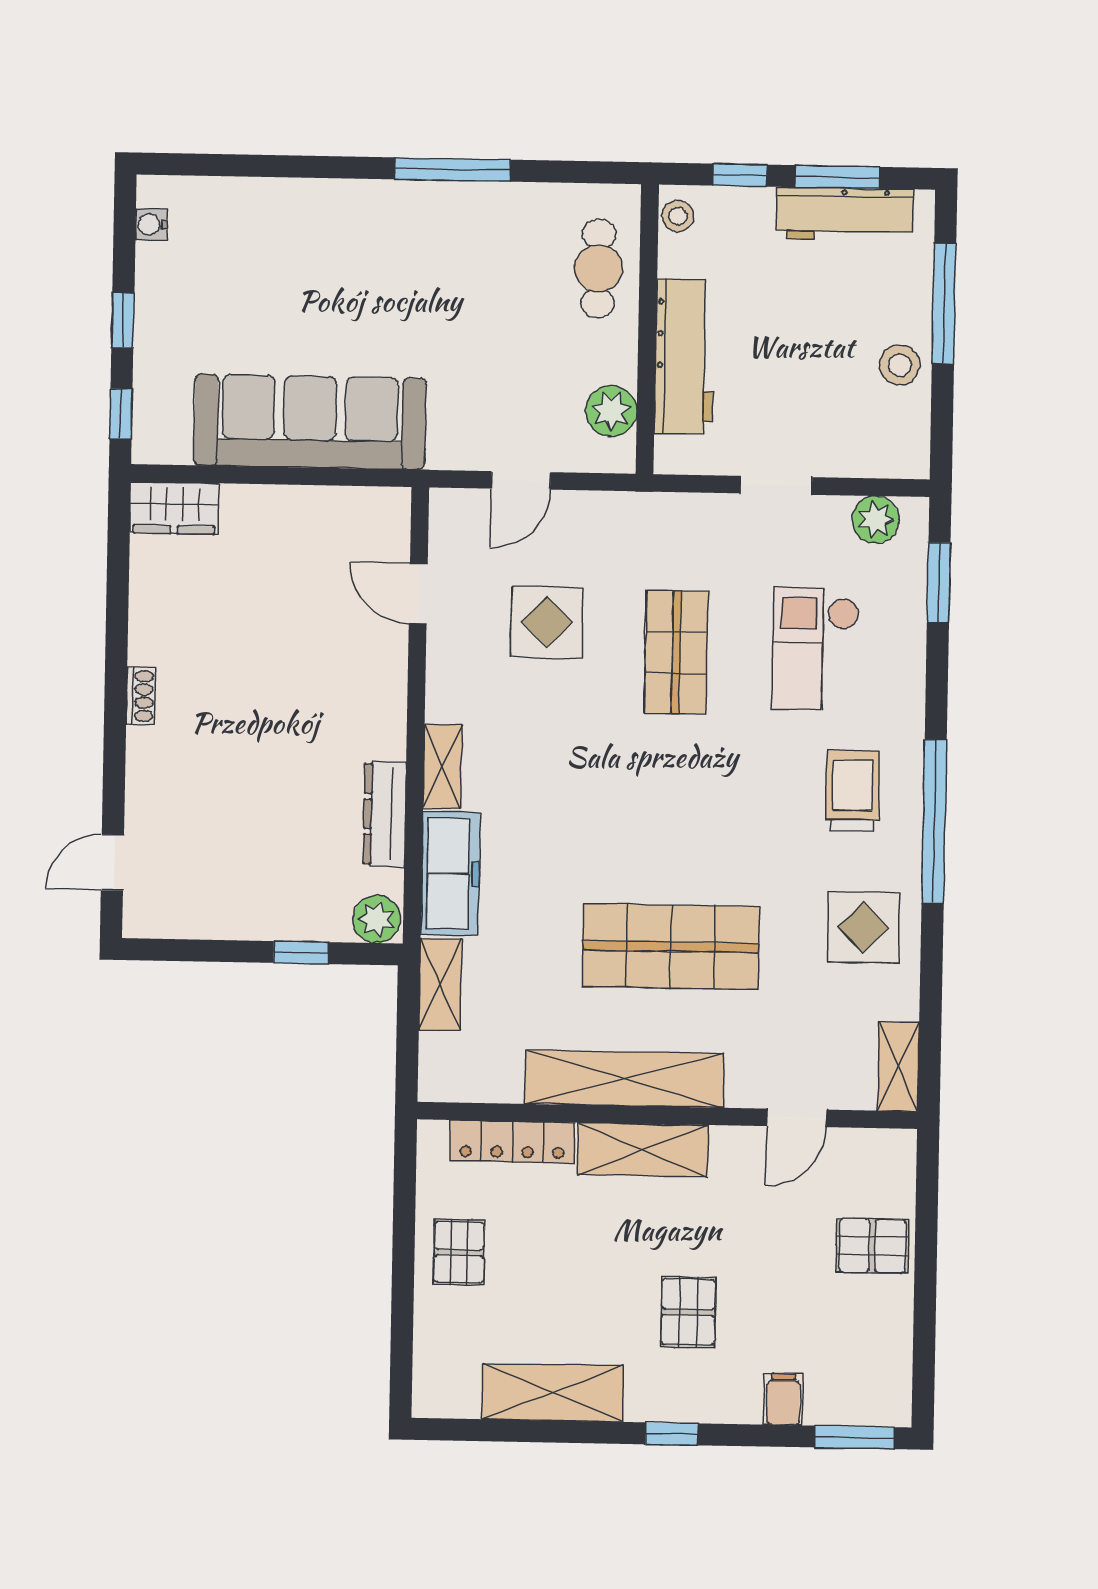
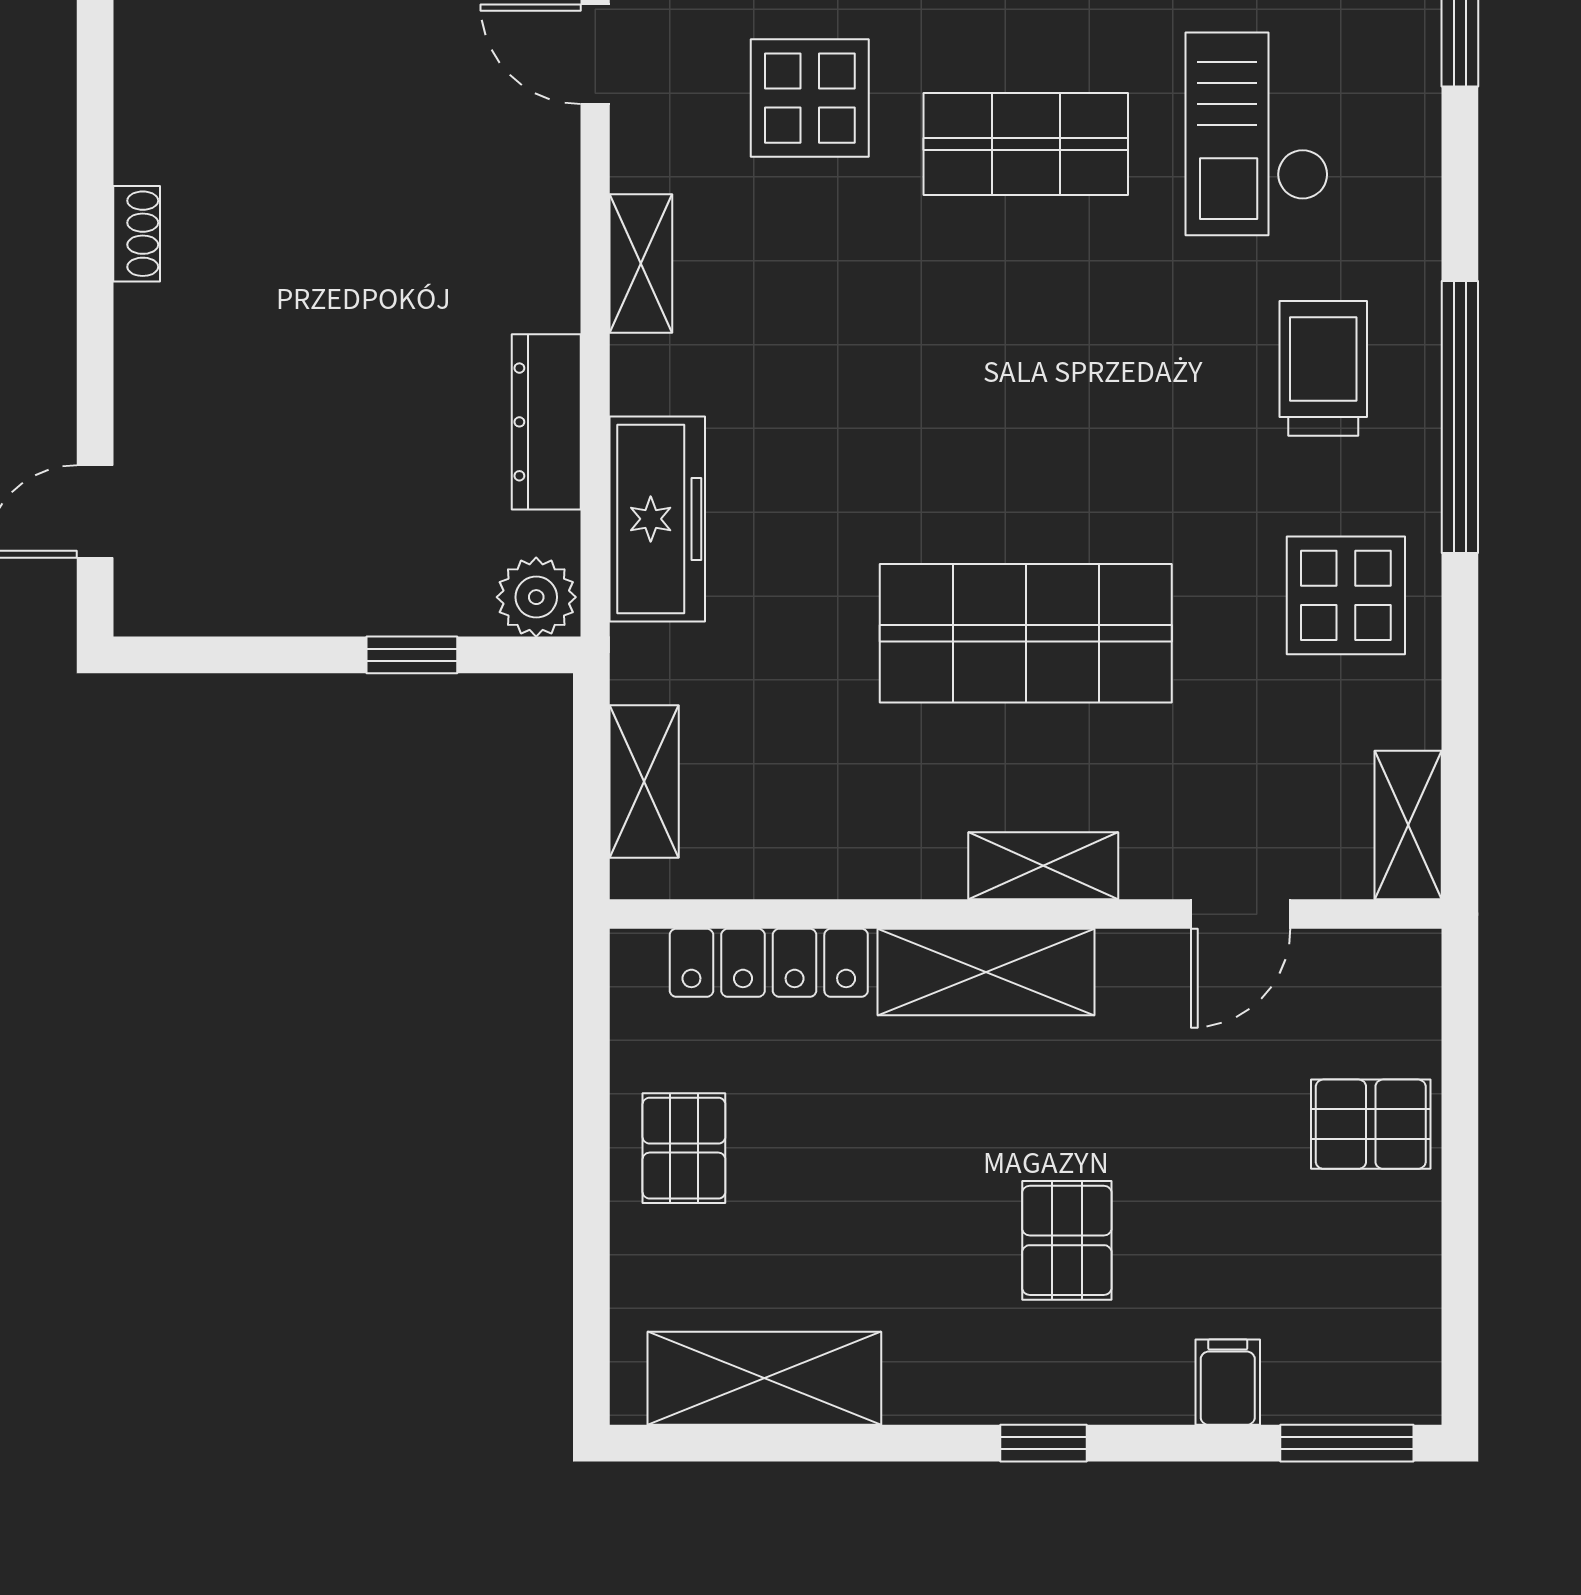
shop shelf: (676, 652) -> (1026, 144), turned 90
shelving: (443, 766) -> (641, 263), moved
shelving: (440, 985) -> (644, 782), moved
shelving: (625, 1079) -> (1043, 866), width x0.45, depth x0.75
shelving: (553, 1392) -> (764, 1378), moved

